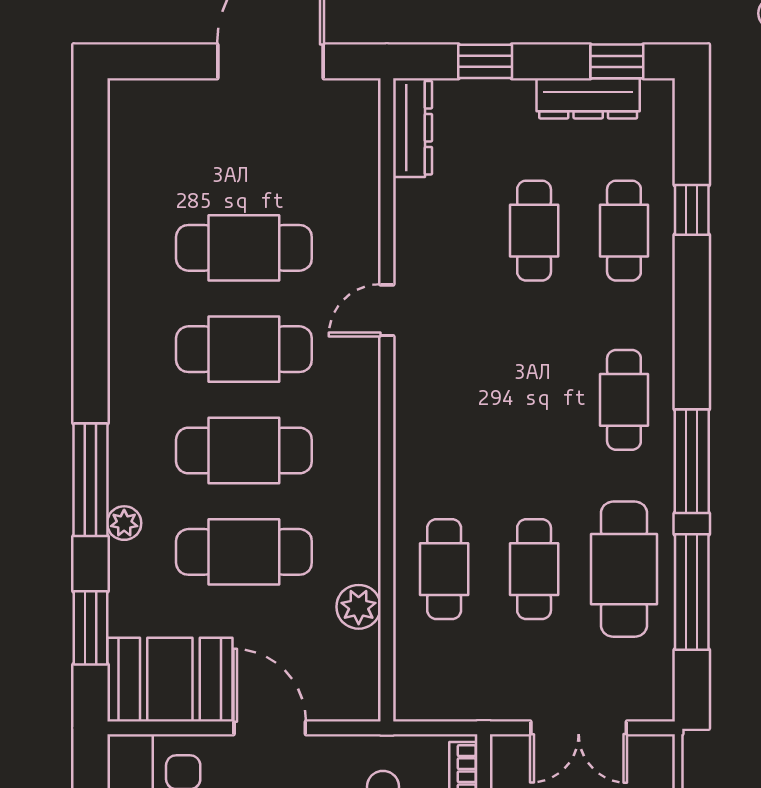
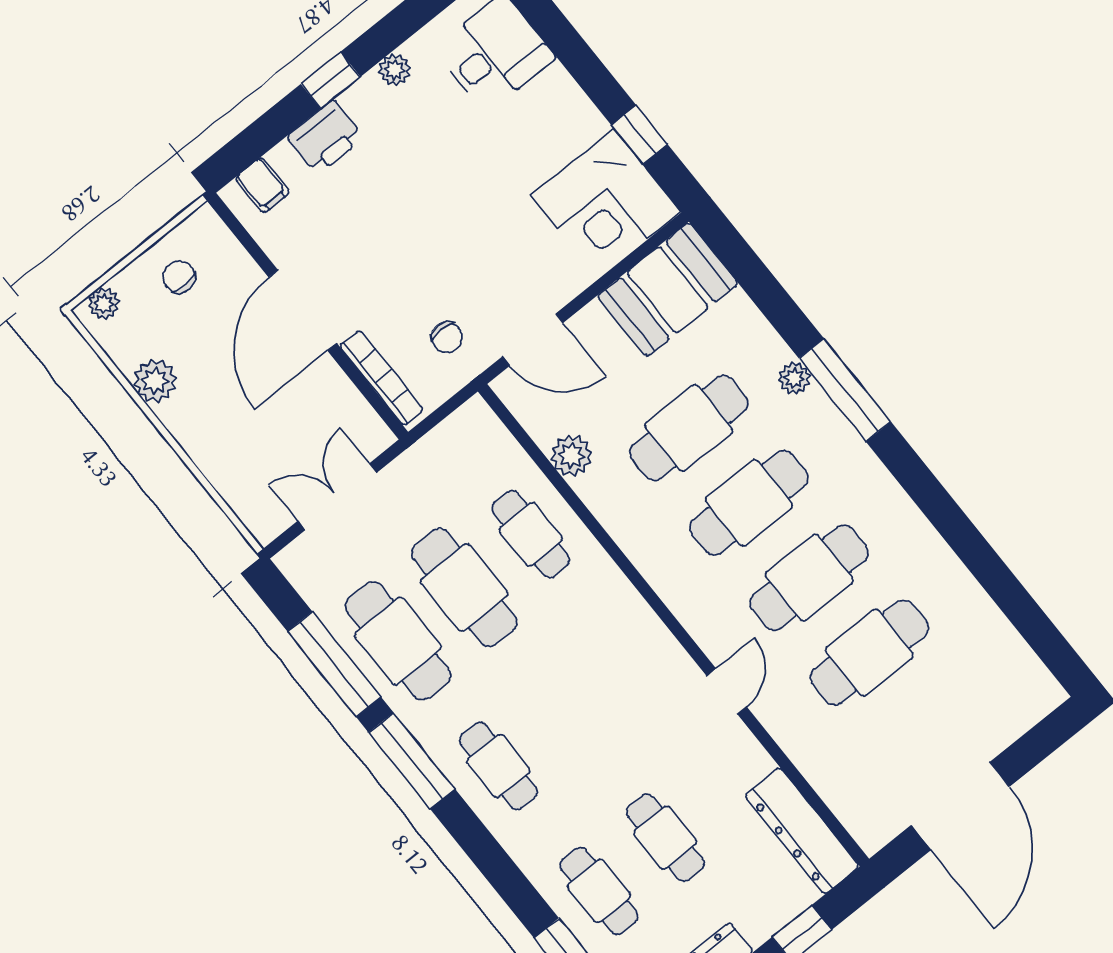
dresser: (413, 128) -> (802, 831), width x1.37, depth x1.24
cafe table: (534, 569) -> (464, 588), width x1.37, depth x1.35
window: (90, 628) -> (757, 281), removed
door: (270, 728) -> (533, 340), moved

